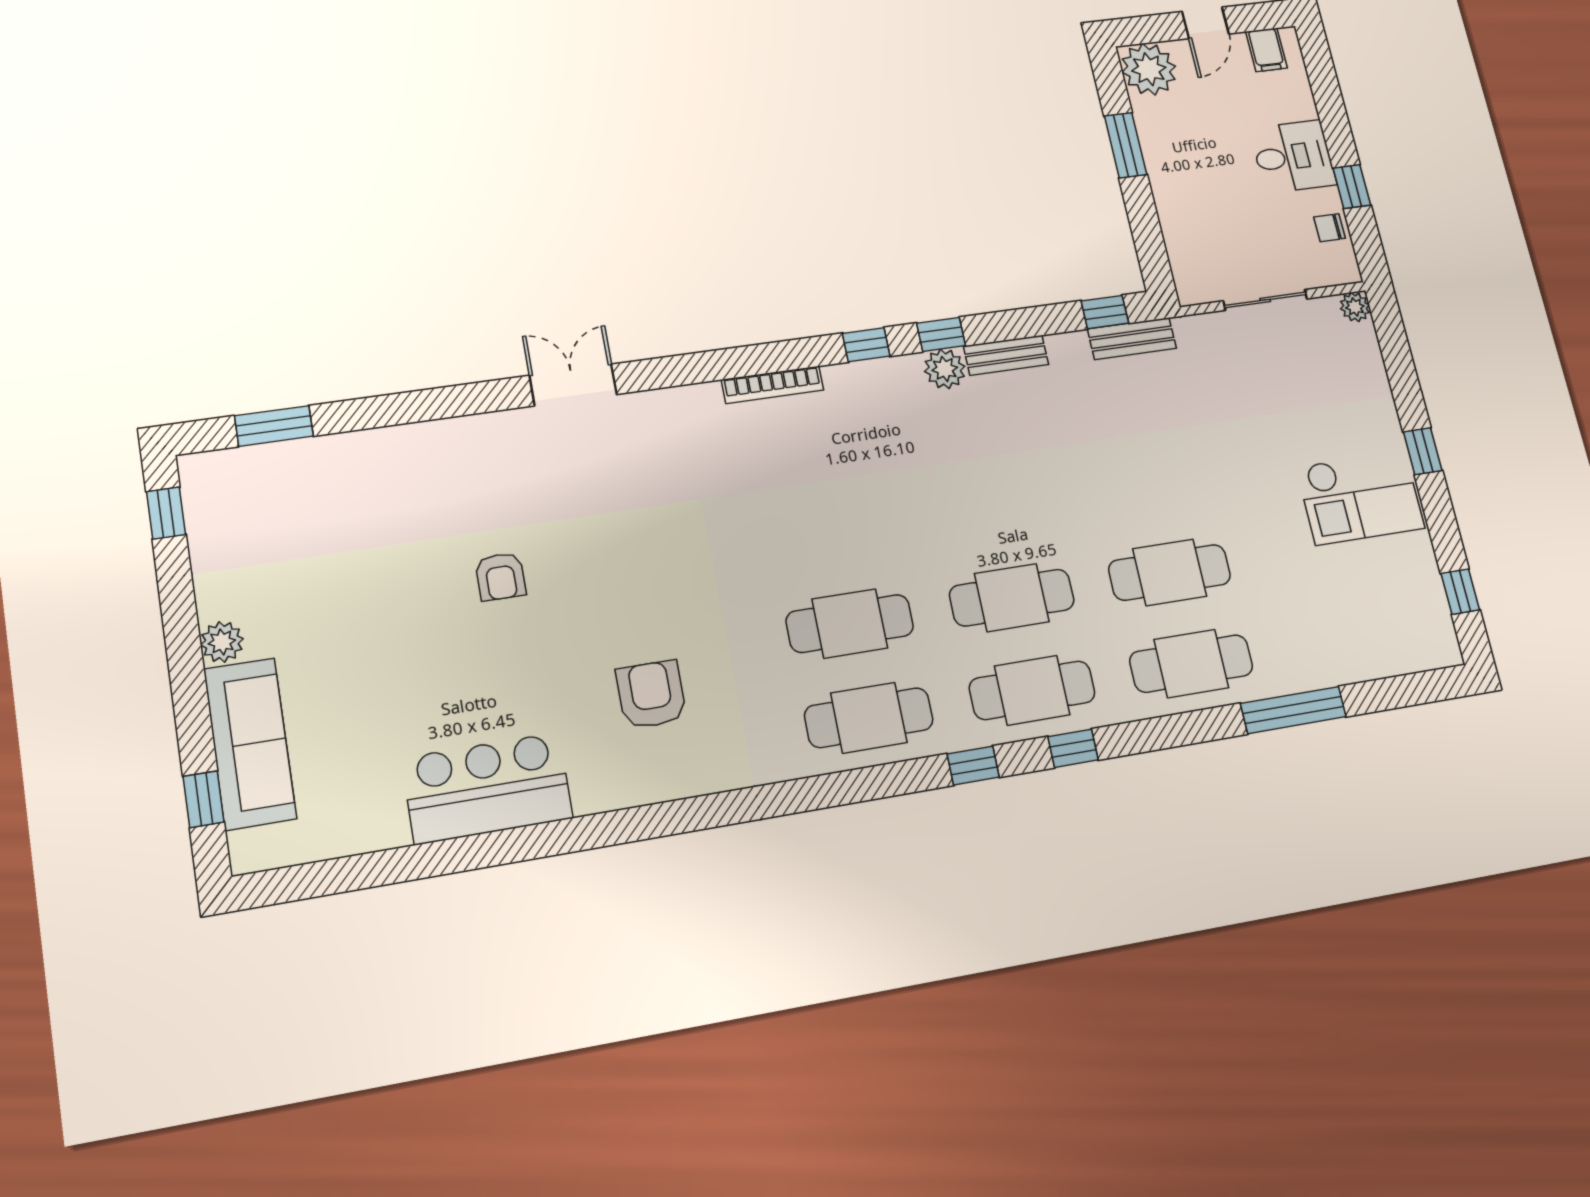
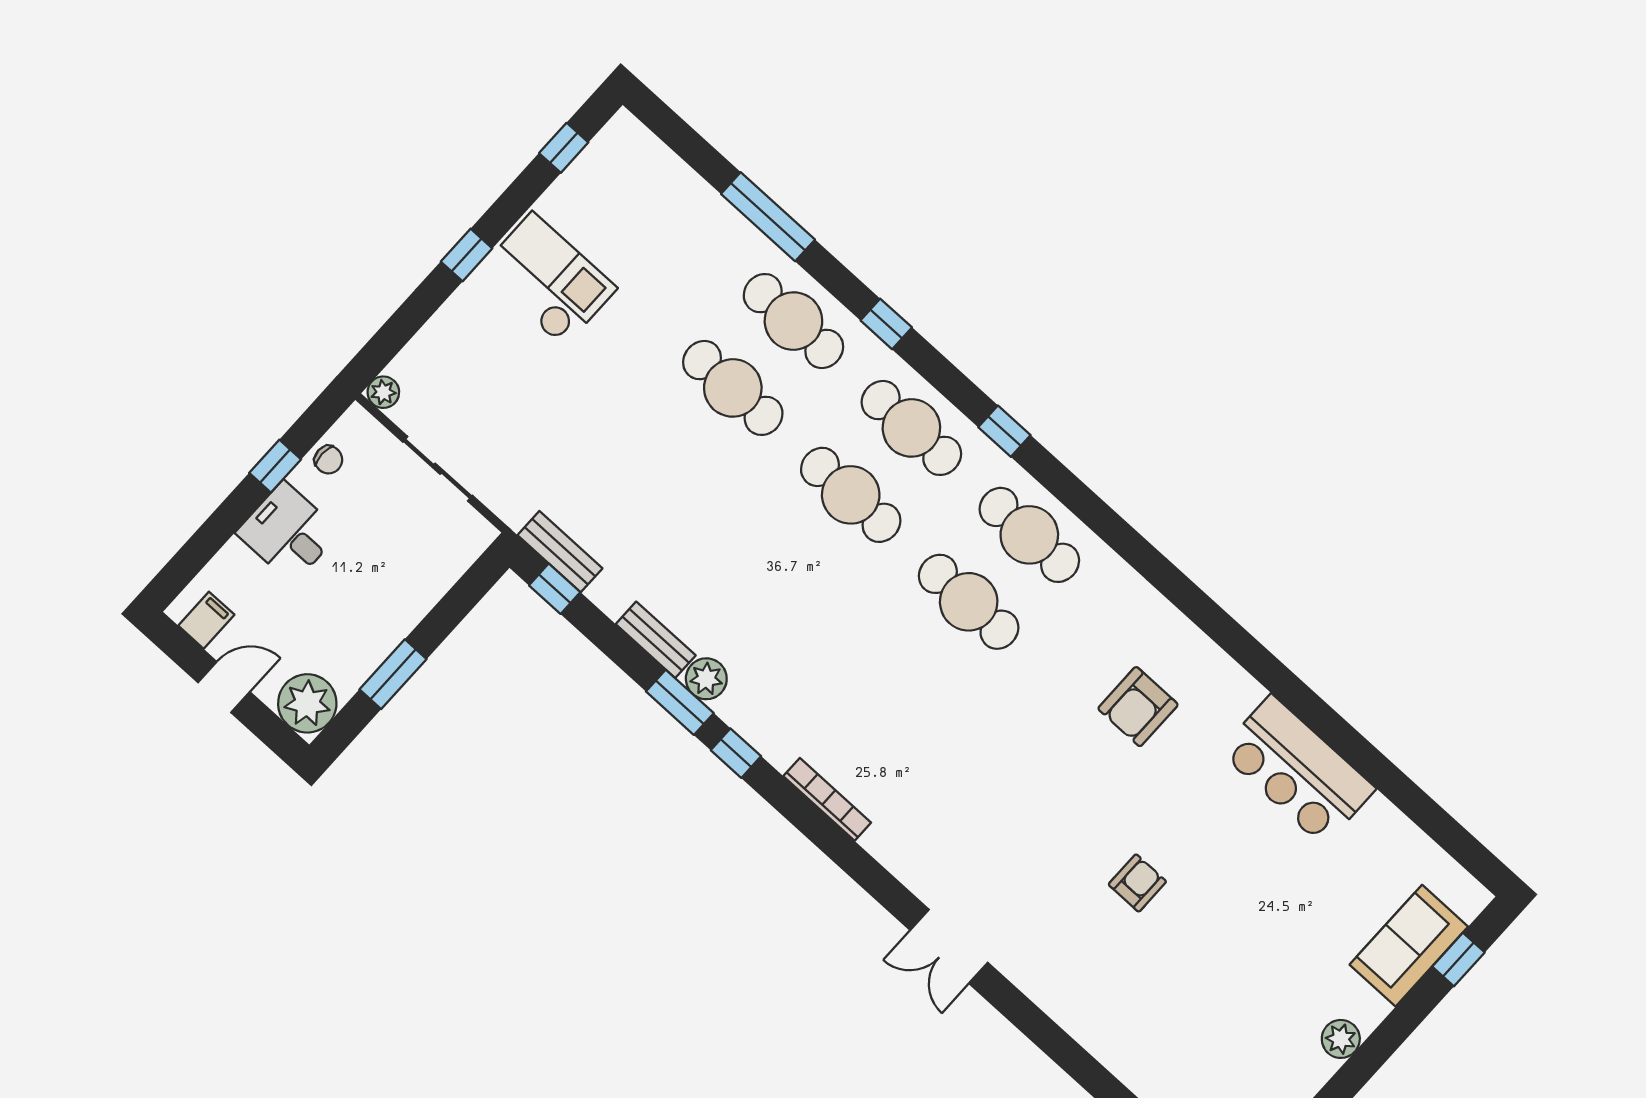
window: (941, 334) -> (680, 702), width x1.50
sofa: (250, 744) -> (1409, 946), width x0.73
window: (1073, 748) -> (886, 324), moved

